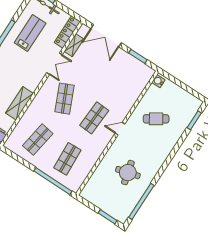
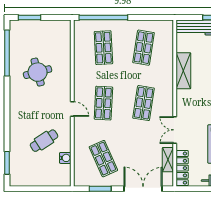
shop shelf: (121, 77) -> (103, 159), added
water cooler: (158, 81) -> (65, 158), moved
shop shelf: (65, 99) -> (144, 103), turned 33
door: (120, 129) -> (72, 109), hinge flipped

